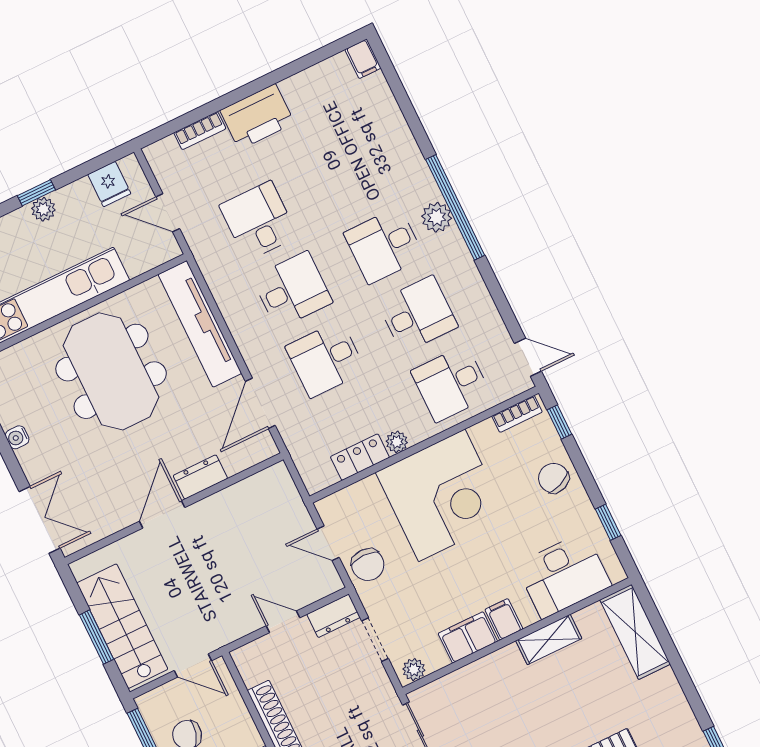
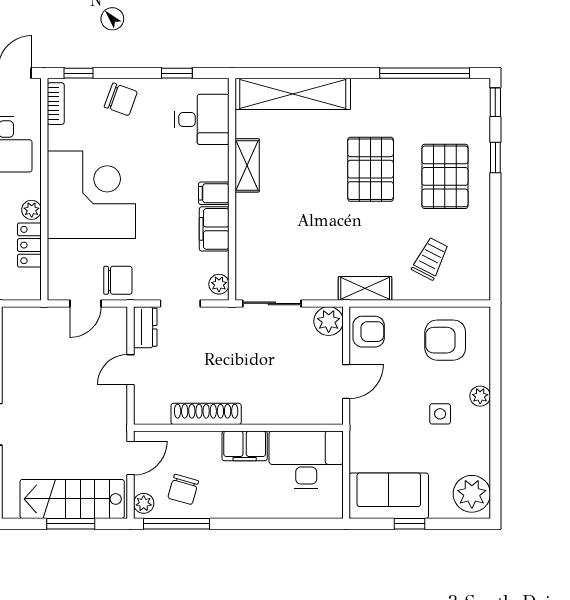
chair: (554, 478) -> (121, 99), turned -138
desk: (564, 575) -> (202, 119), width x0.73
shelving: (635, 632) -> (293, 94), width x1.47
plant: (153, 701) -> (144, 503), added

